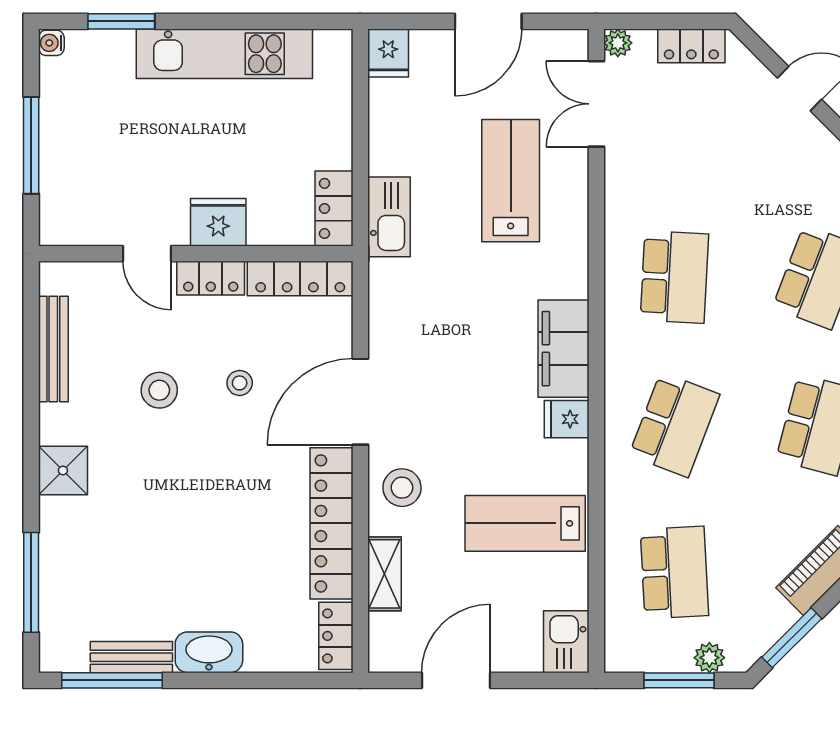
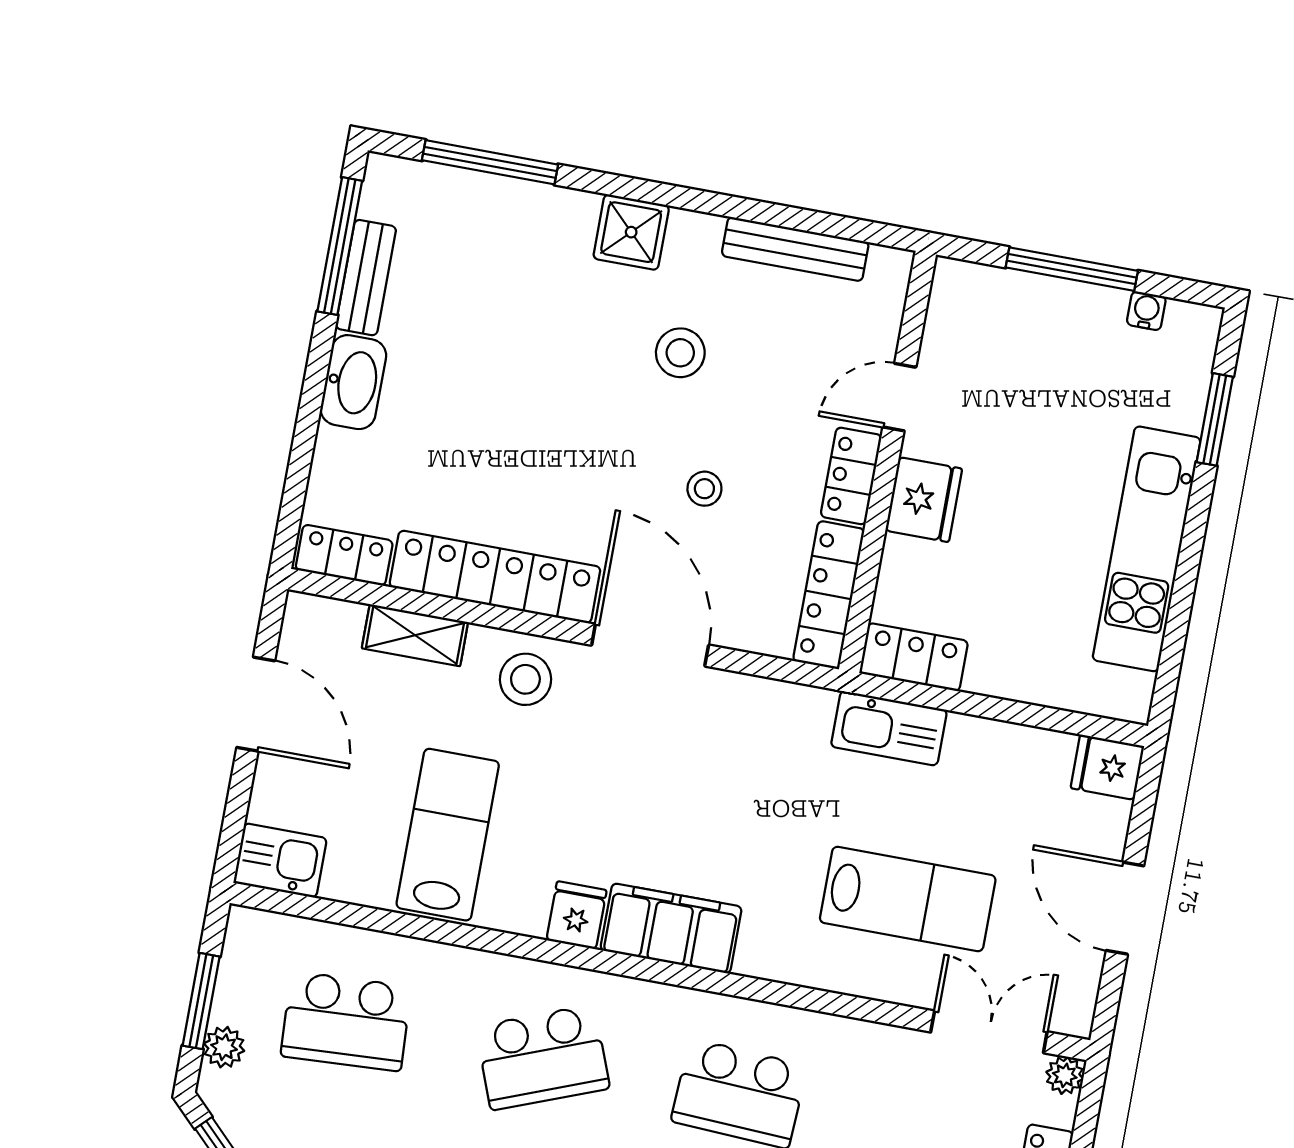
water cooler: (51, 43) -> (1146, 311), moved
stool: (159, 390) -> (680, 353), moved
school desk: (674, 425) -> (543, 1057), turned -42

